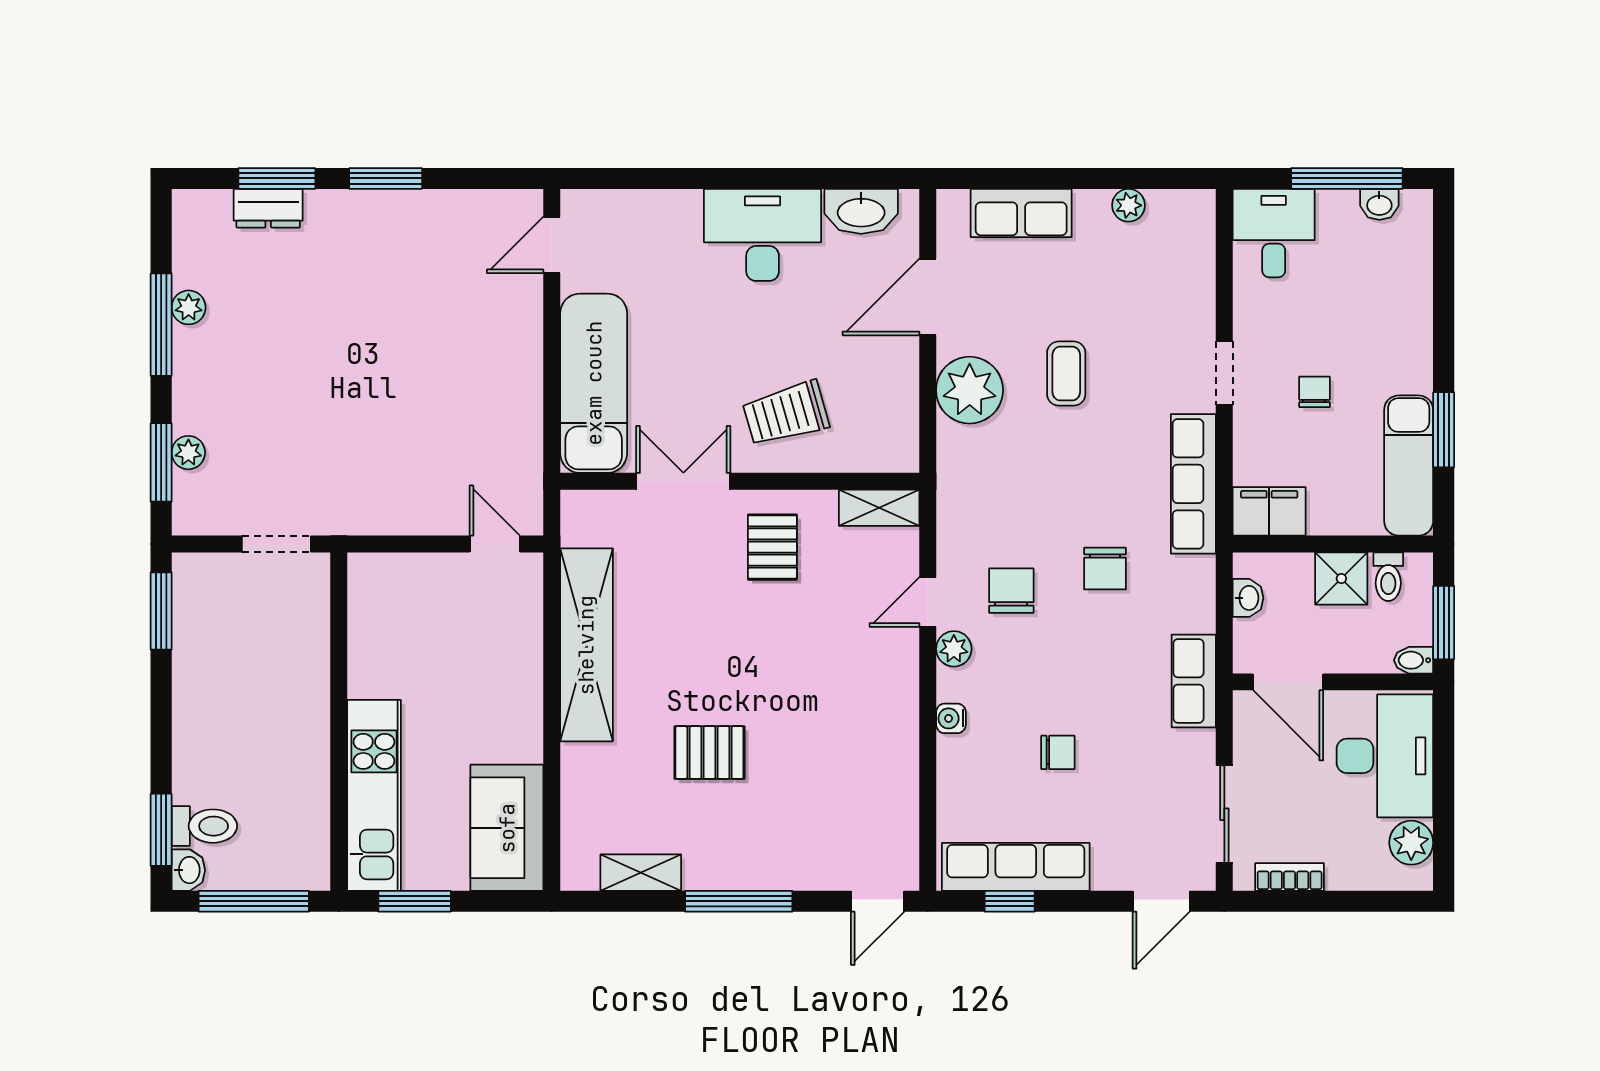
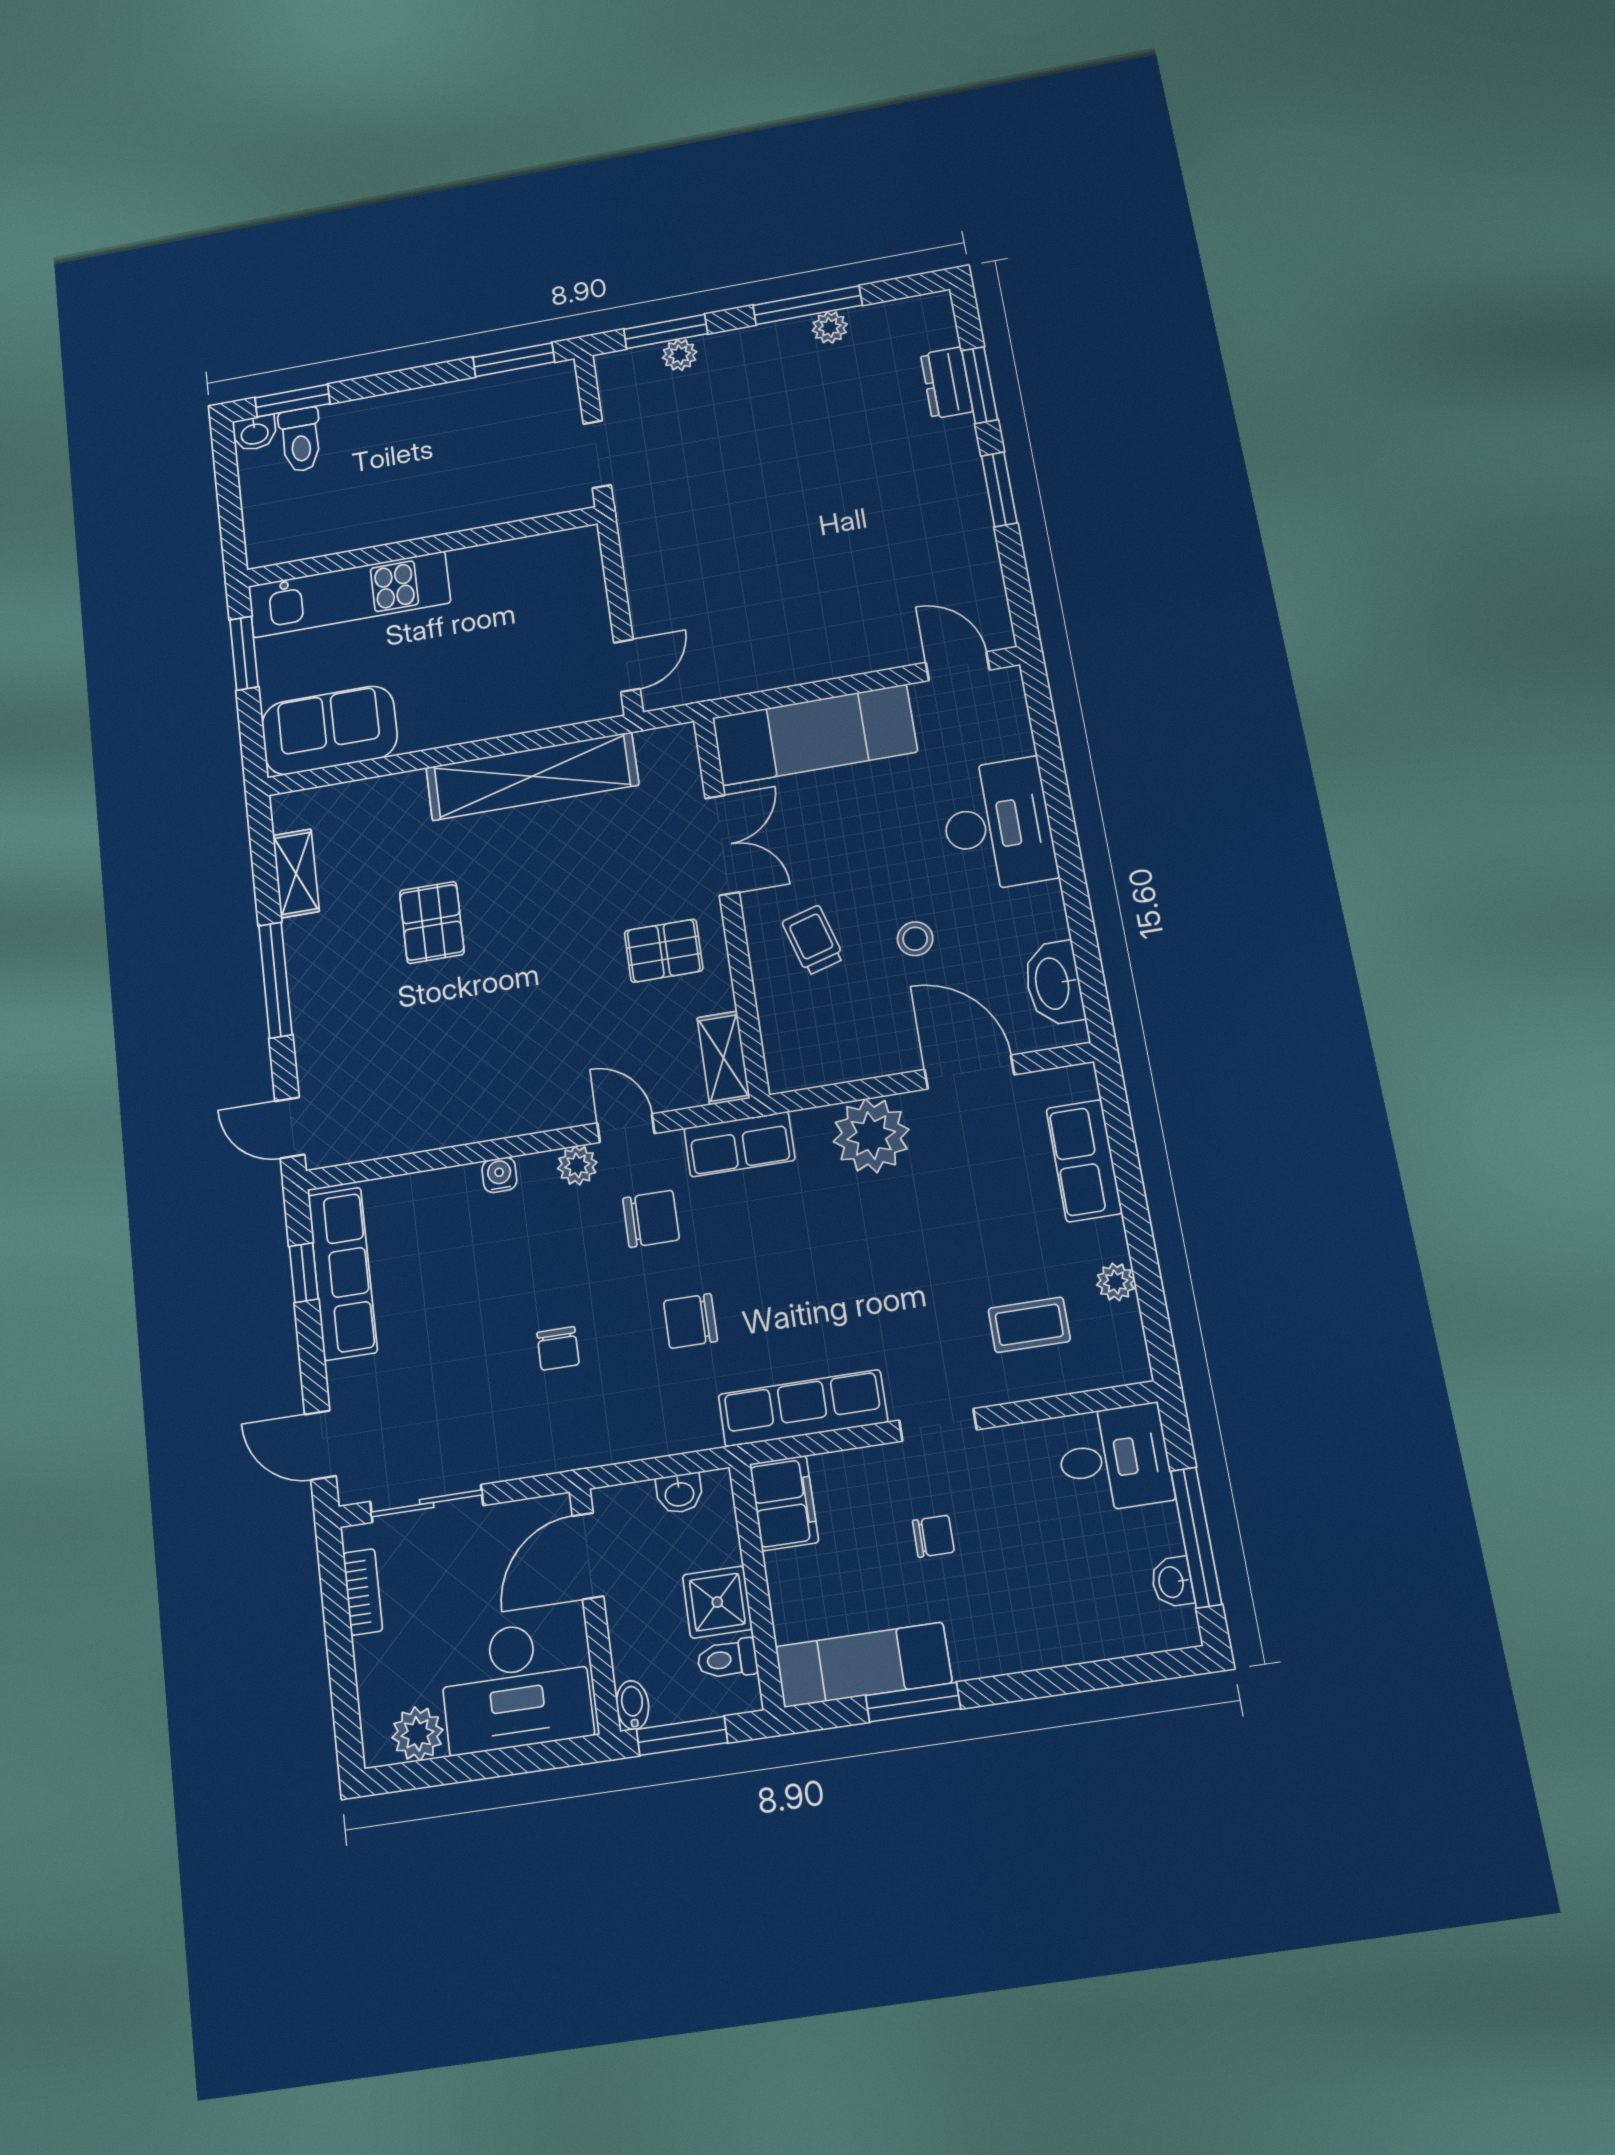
desk: (763, 235) -> (998, 825), moved
stool: (800, 324) -> (915, 939), added
coffee table: (1066, 373) -> (1029, 1325), moved
trolley: (786, 414) -> (813, 940), width x0.73, depth x0.72
row of seats: (1194, 681) -> (739, 1144), moved, turned 180
chair: (1058, 752) -> (558, 1348), moved
window: (254, 901) -> (229, 500), removed

